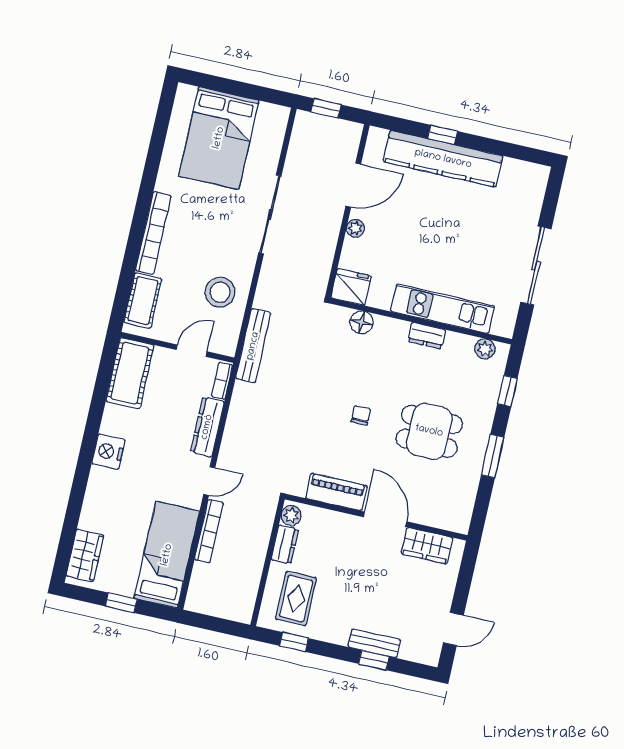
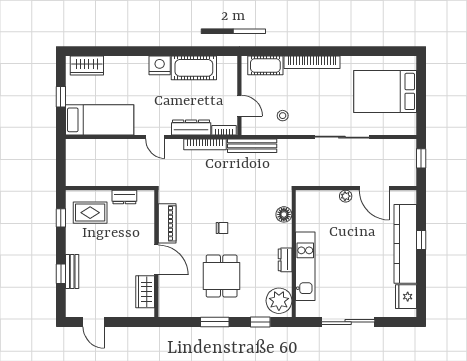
fridge: (351, 287) -> (406, 297), moved, turned 180
stool: (220, 292) -> (283, 116), width x0.53, depth x0.53
plant: (485, 349) -> (279, 301), width x1.87, depth x1.87
cot: (130, 373) -> (194, 68), moved
plant: (291, 515) -> (145, 197), removed
door: (385, 519) -> (156, 260), hinge flipped
bookcase: (209, 531) -> (205, 144), moved

